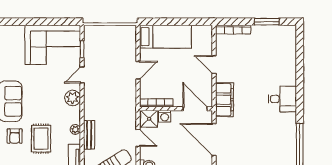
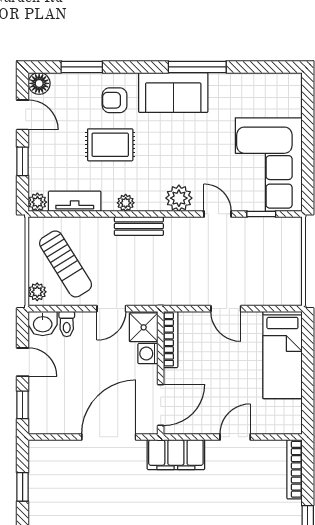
bench: (89, 135) -> (139, 226), moved

